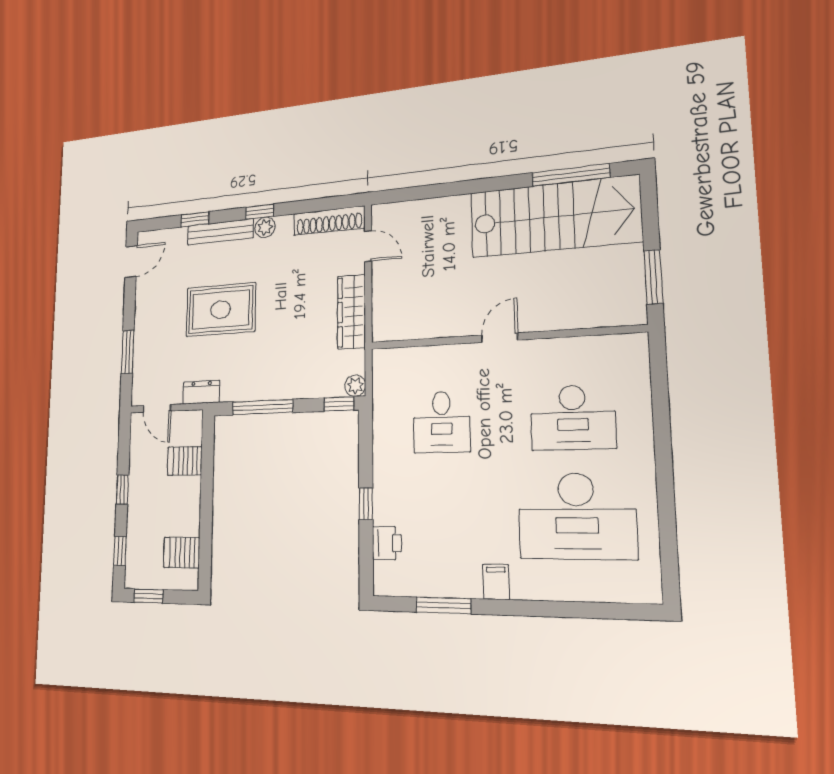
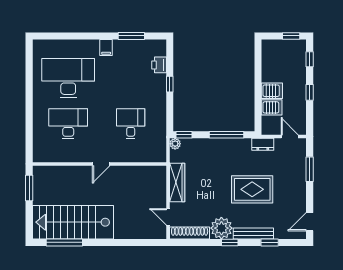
plant: (265, 227) -> (221, 228), width x1.88, depth x1.88
server rack: (182, 552) -> (272, 91), moved

